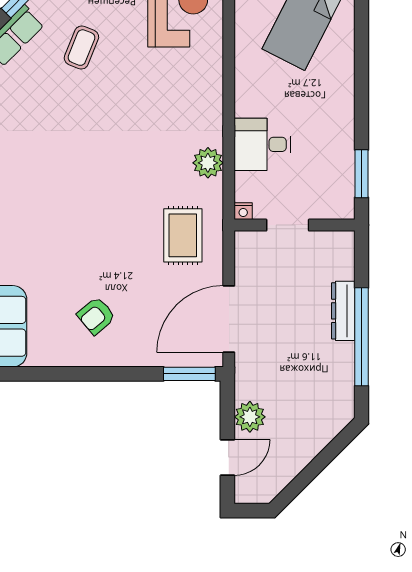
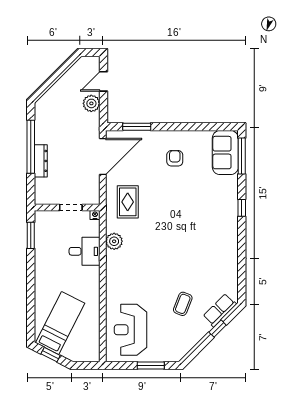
armchair: (96, 316) -> (175, 158), turned -50
window: (189, 374) -> (137, 127), moved

